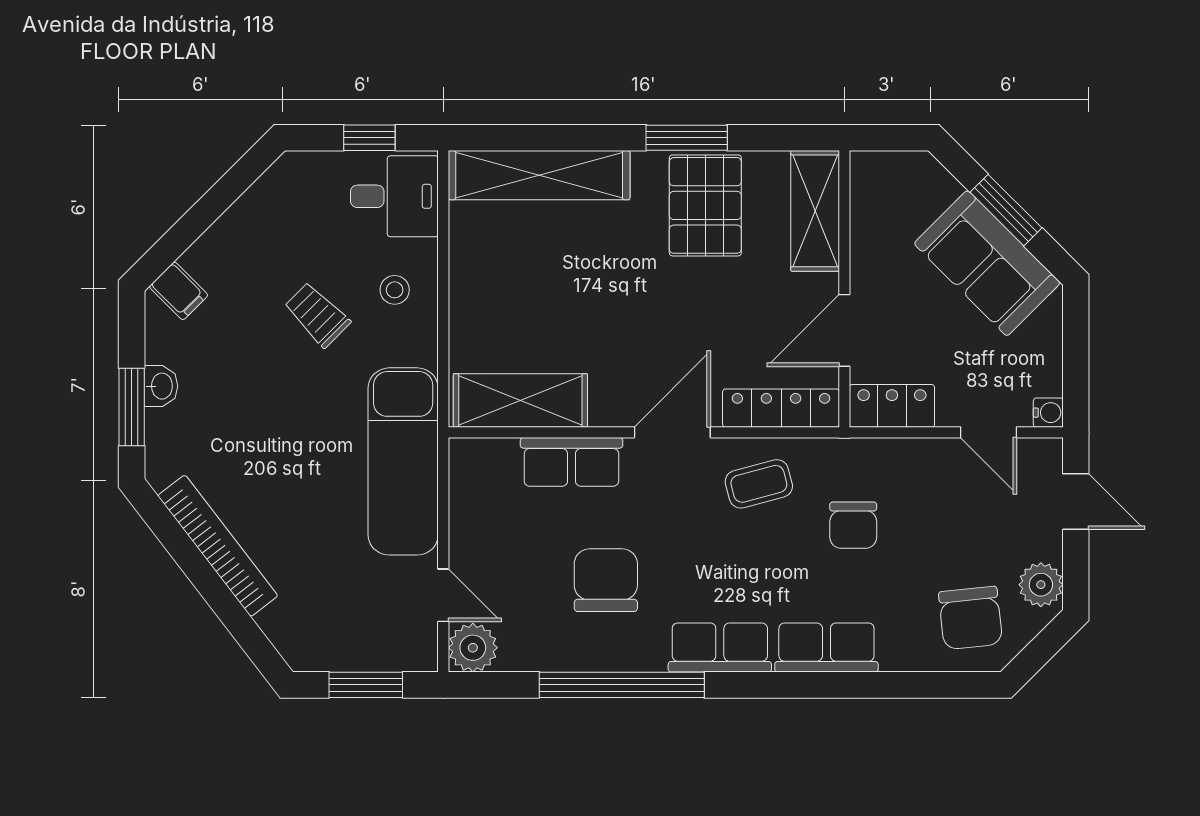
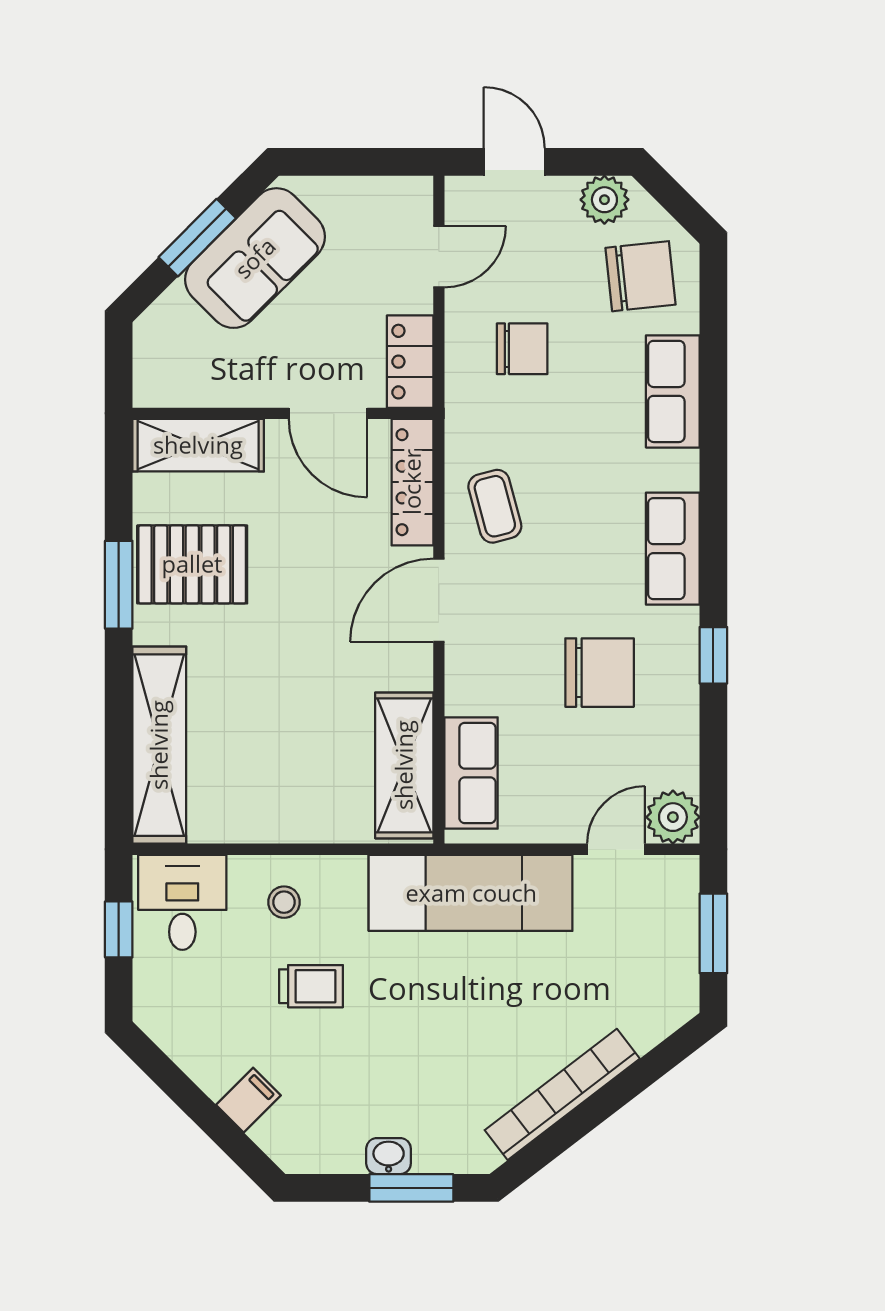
filing cabinet: (179, 291) -> (248, 1100), moved
trolley: (317, 315) -> (311, 986), turned -135
water cooler: (1048, 413) -> (417, 192), removed
door: (672, 432) -> (439, 600), hinge flipped
row of seats: (571, 462) -> (471, 773), moved
door: (1076, 502) -> (514, 162), hinge flipped
chair: (853, 525) -> (522, 349), moved
chair: (606, 580) -> (600, 673), turned 180
row of seats: (826, 648) -> (673, 391), moved
window: (622, 685) -> (713, 655), width x0.32

